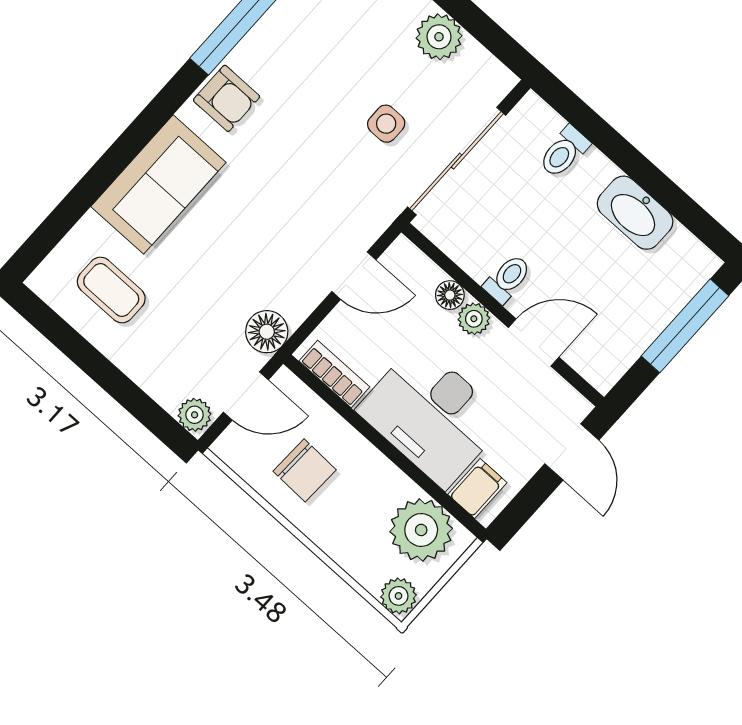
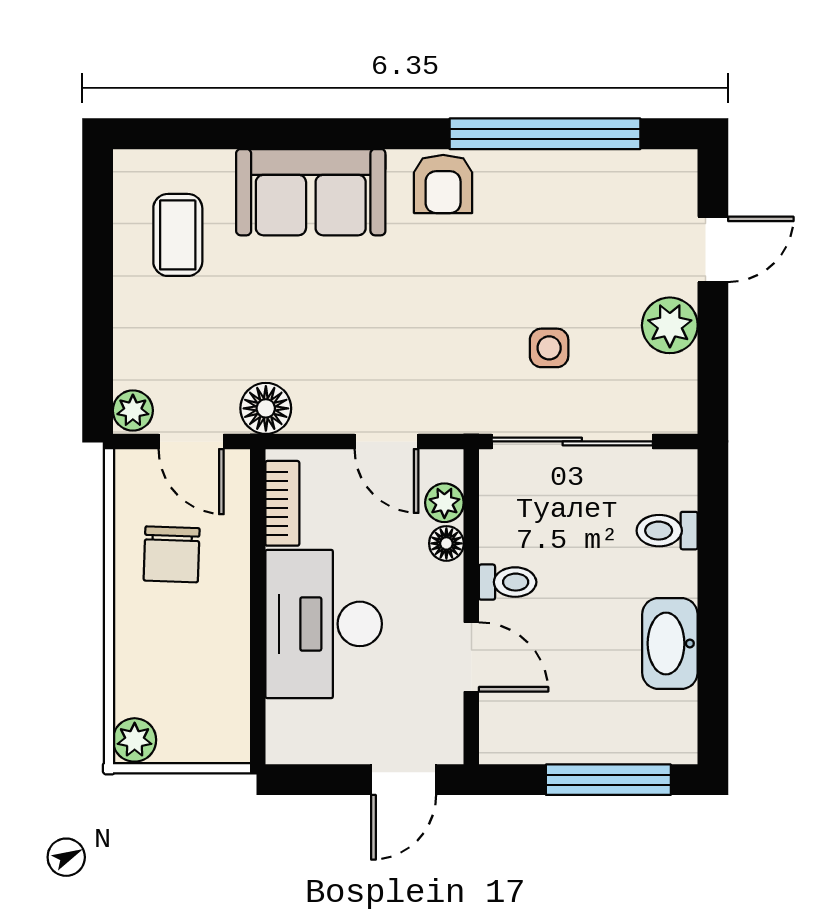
plant: (474, 319) -> (444, 503), moved
filing cabinet: (477, 489) -> (295, 724), removed
plant: (421, 530) -> (212, 707), removed

